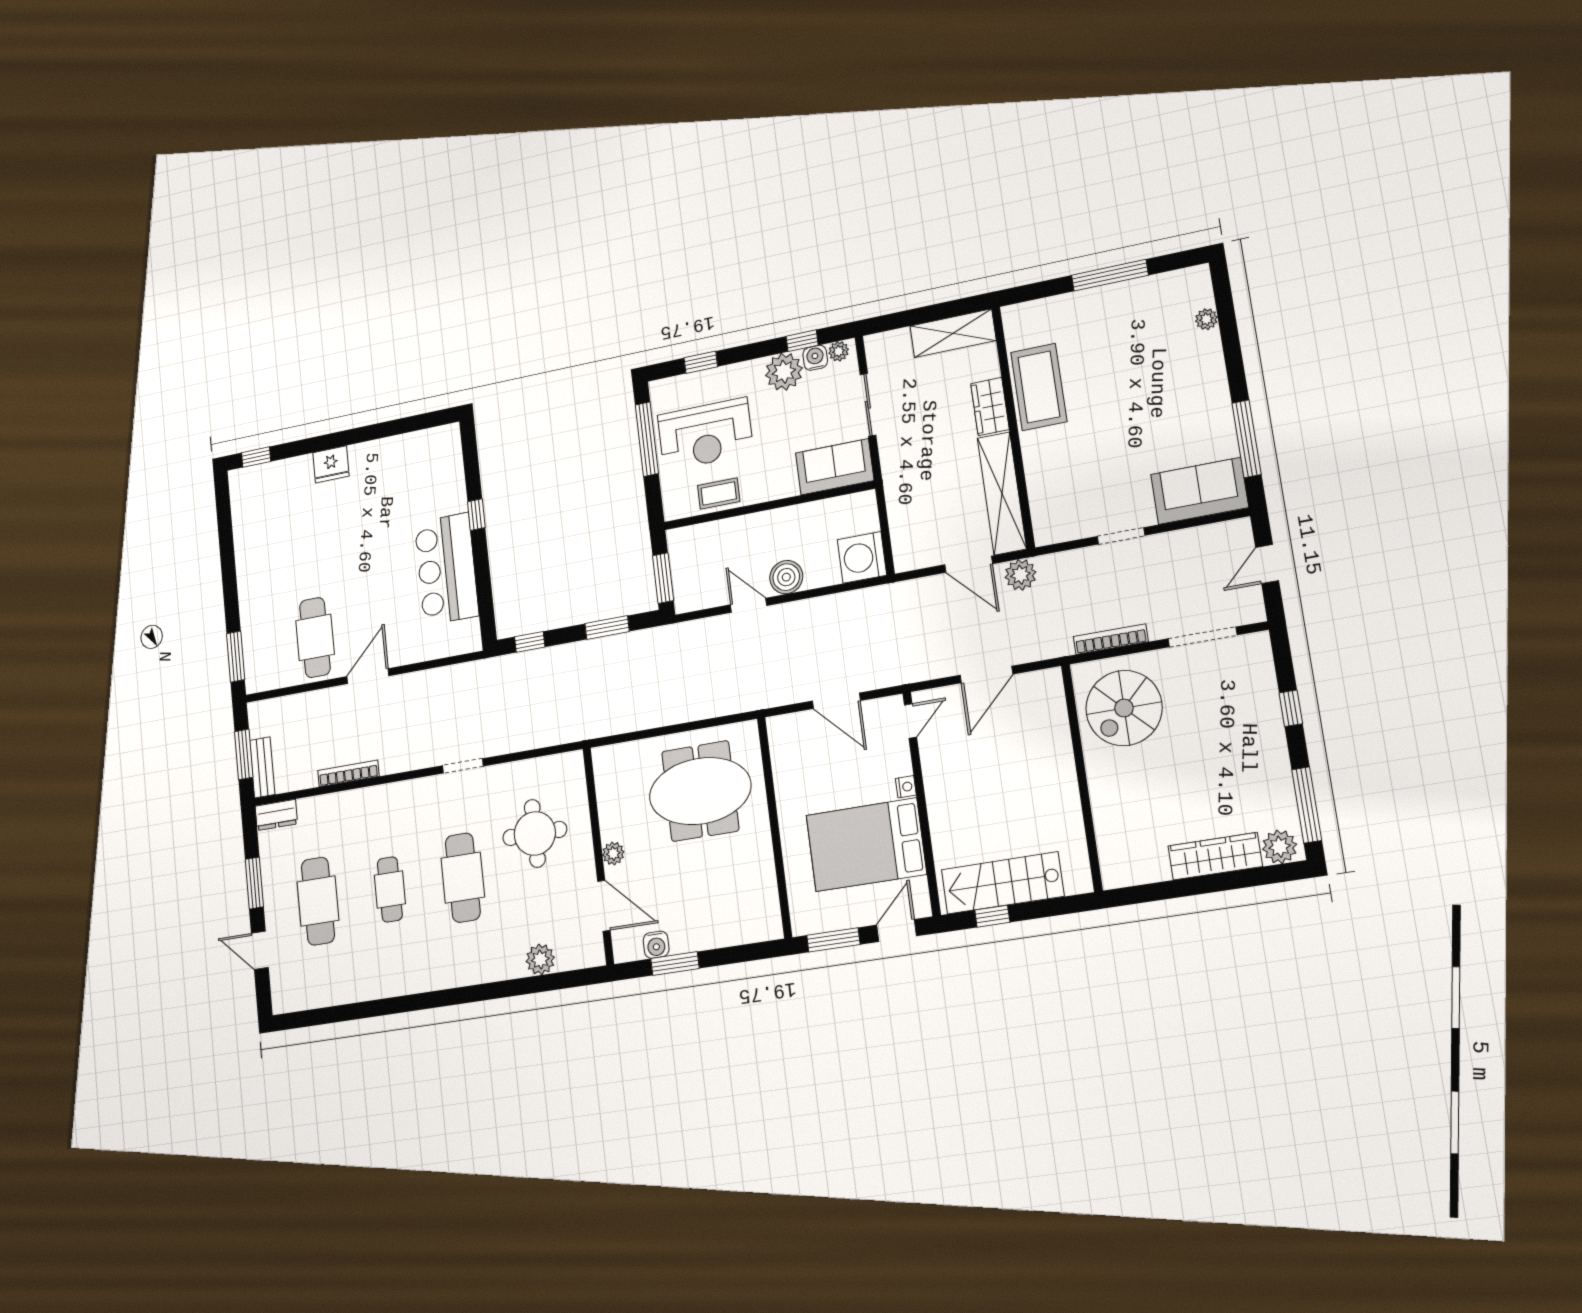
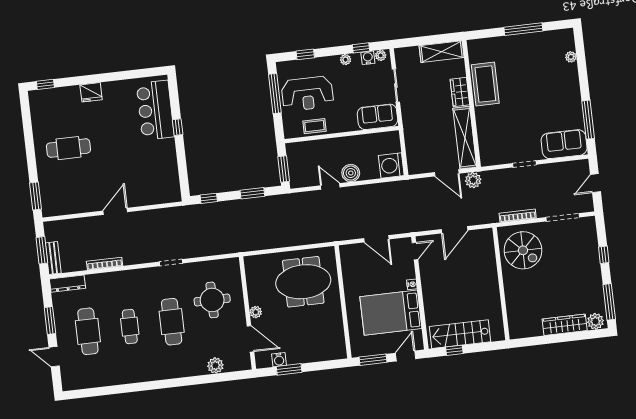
plant: (784, 372) -> (346, 60), width x0.53, depth x0.53
bar counter: (447, 569) -> (155, 110), moved
cafe table: (315, 637) -> (68, 148), moved, turned 90
spiral stairs: (1124, 708) -> (523, 250), turned -90
dresser: (276, 815) -> (67, 284), width x1.44

